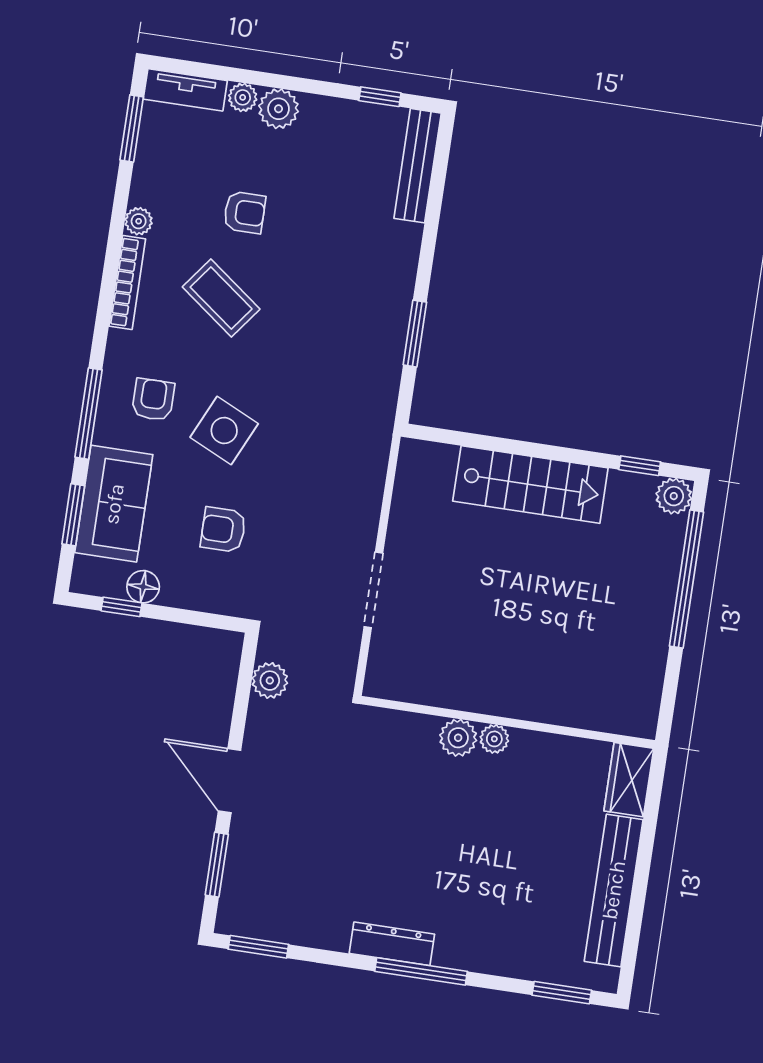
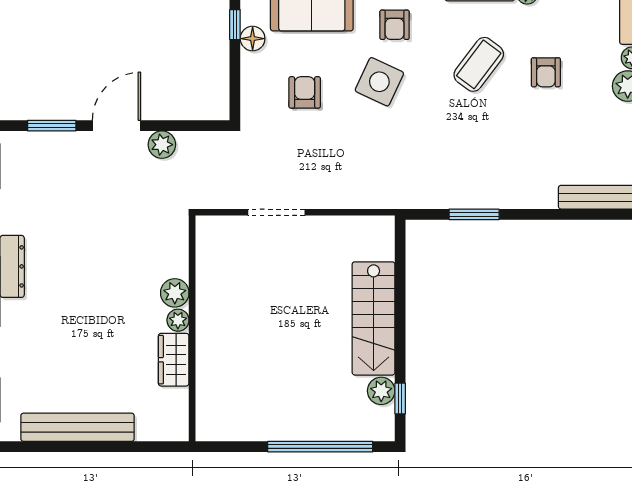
armchair: (153, 400) -> (395, 25), turned 90
plant: (674, 496) -> (381, 391), moved
plant: (270, 681) -> (162, 145), moved
wardrobe: (629, 780) -> (174, 360), moved, turned -90

